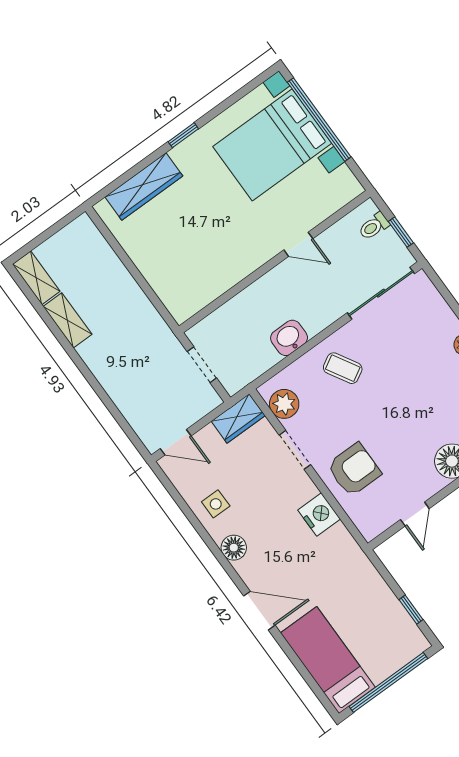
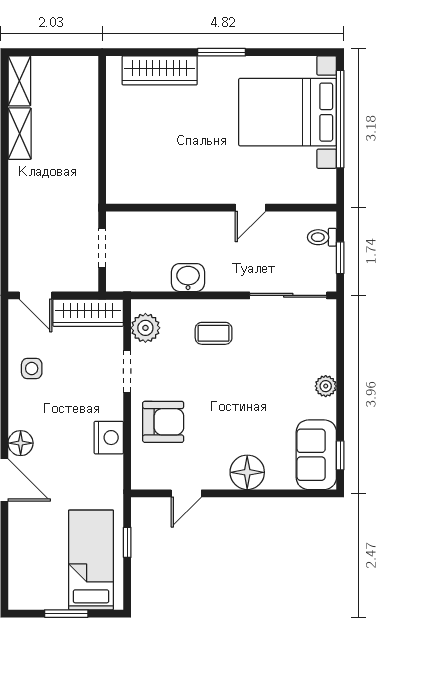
window: (183, 135) -> (221, 52), width x1.50
door: (298, 244) -> (250, 208), hinge flipped
coffee table: (343, 368) -> (214, 333), turned -60
wardrobe: (238, 418) -> (88, 313), width x1.50
floor lamp: (234, 548) -> (21, 443), moved
window: (411, 610) -> (127, 542), moved
bed: (328, 660) -> (91, 560), moved
window: (388, 682) -> (66, 614), width x0.47

